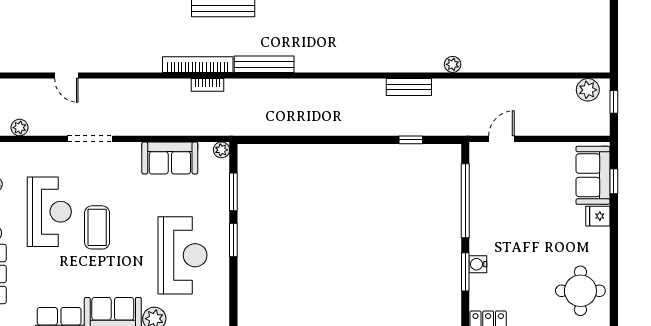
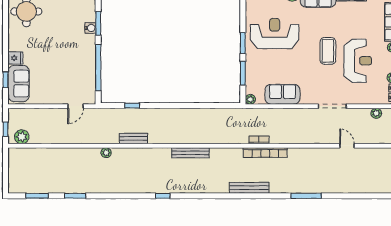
bench: (264, 64) -> (190, 153), moved
reception desk: (49, 212) -> (358, 61), turned 180
reception desk: (182, 255) -> (275, 34), turned 90

